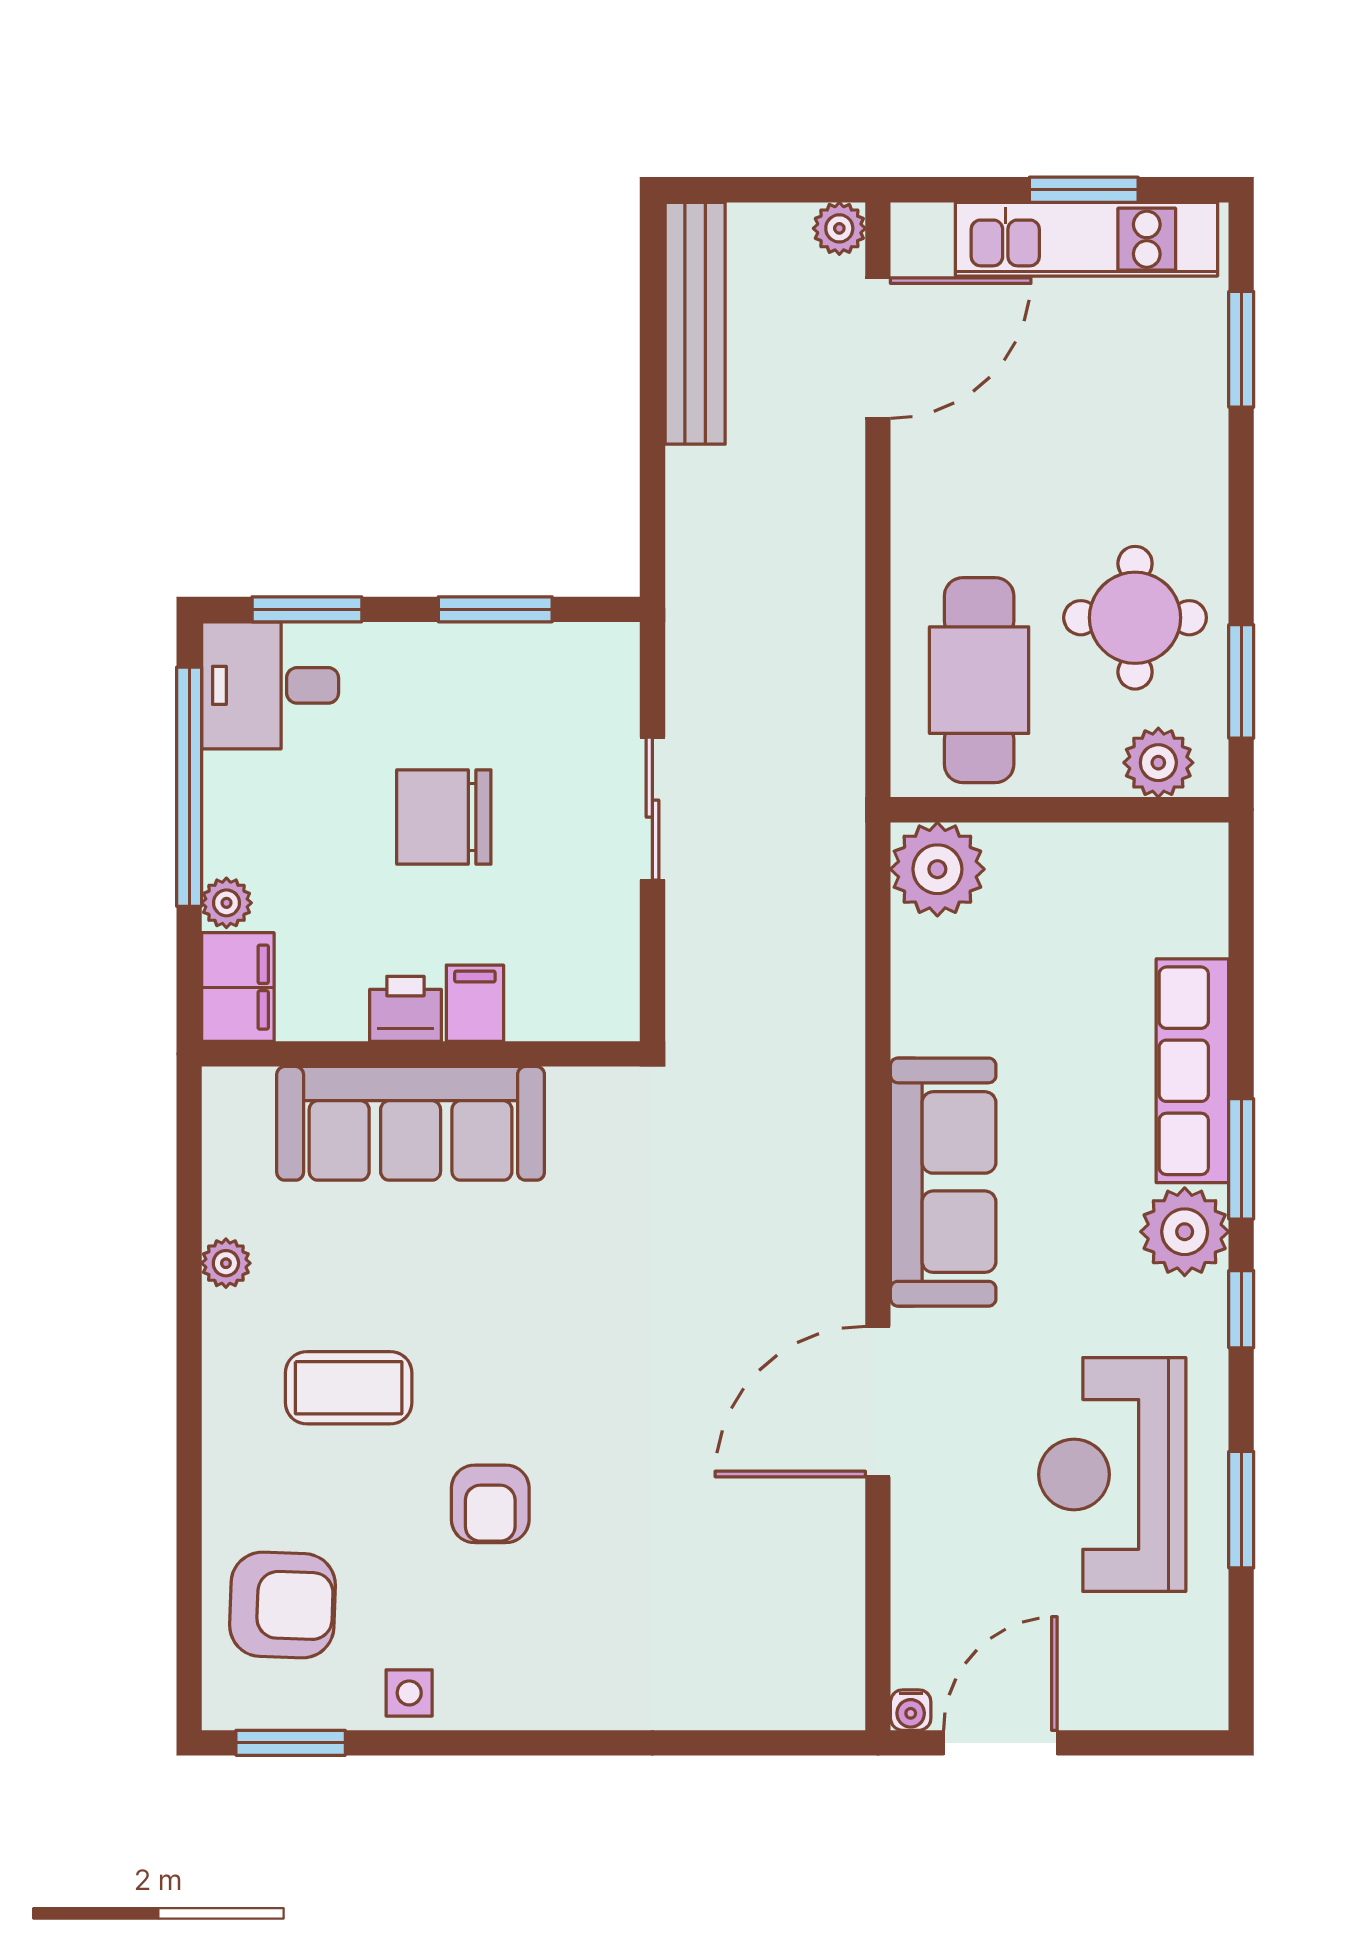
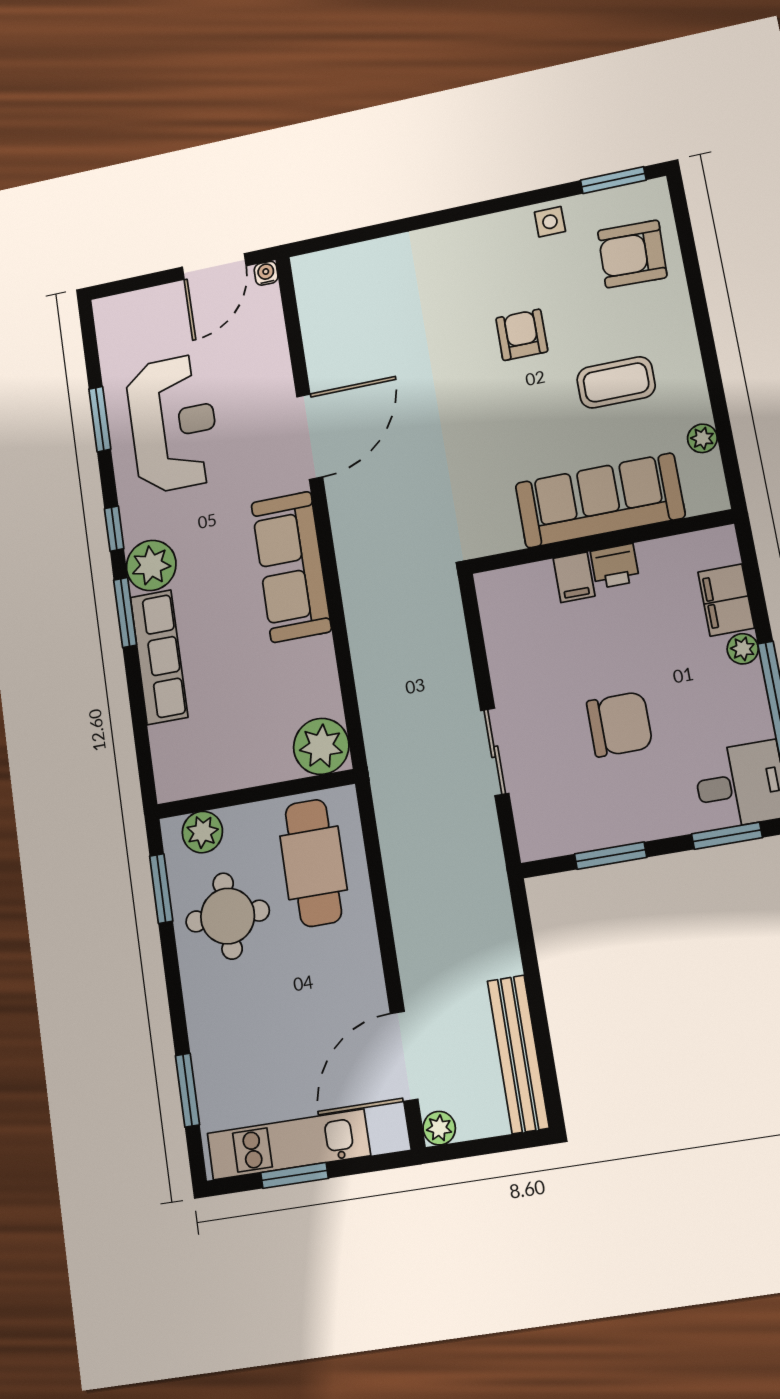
filing cabinet: (475, 1003) -> (574, 577), moved
printer: (405, 1009) -> (615, 566), moved
wall: (421, 1054) -> (601, 542), moved
sofa: (411, 1123) -> (600, 501), moved

